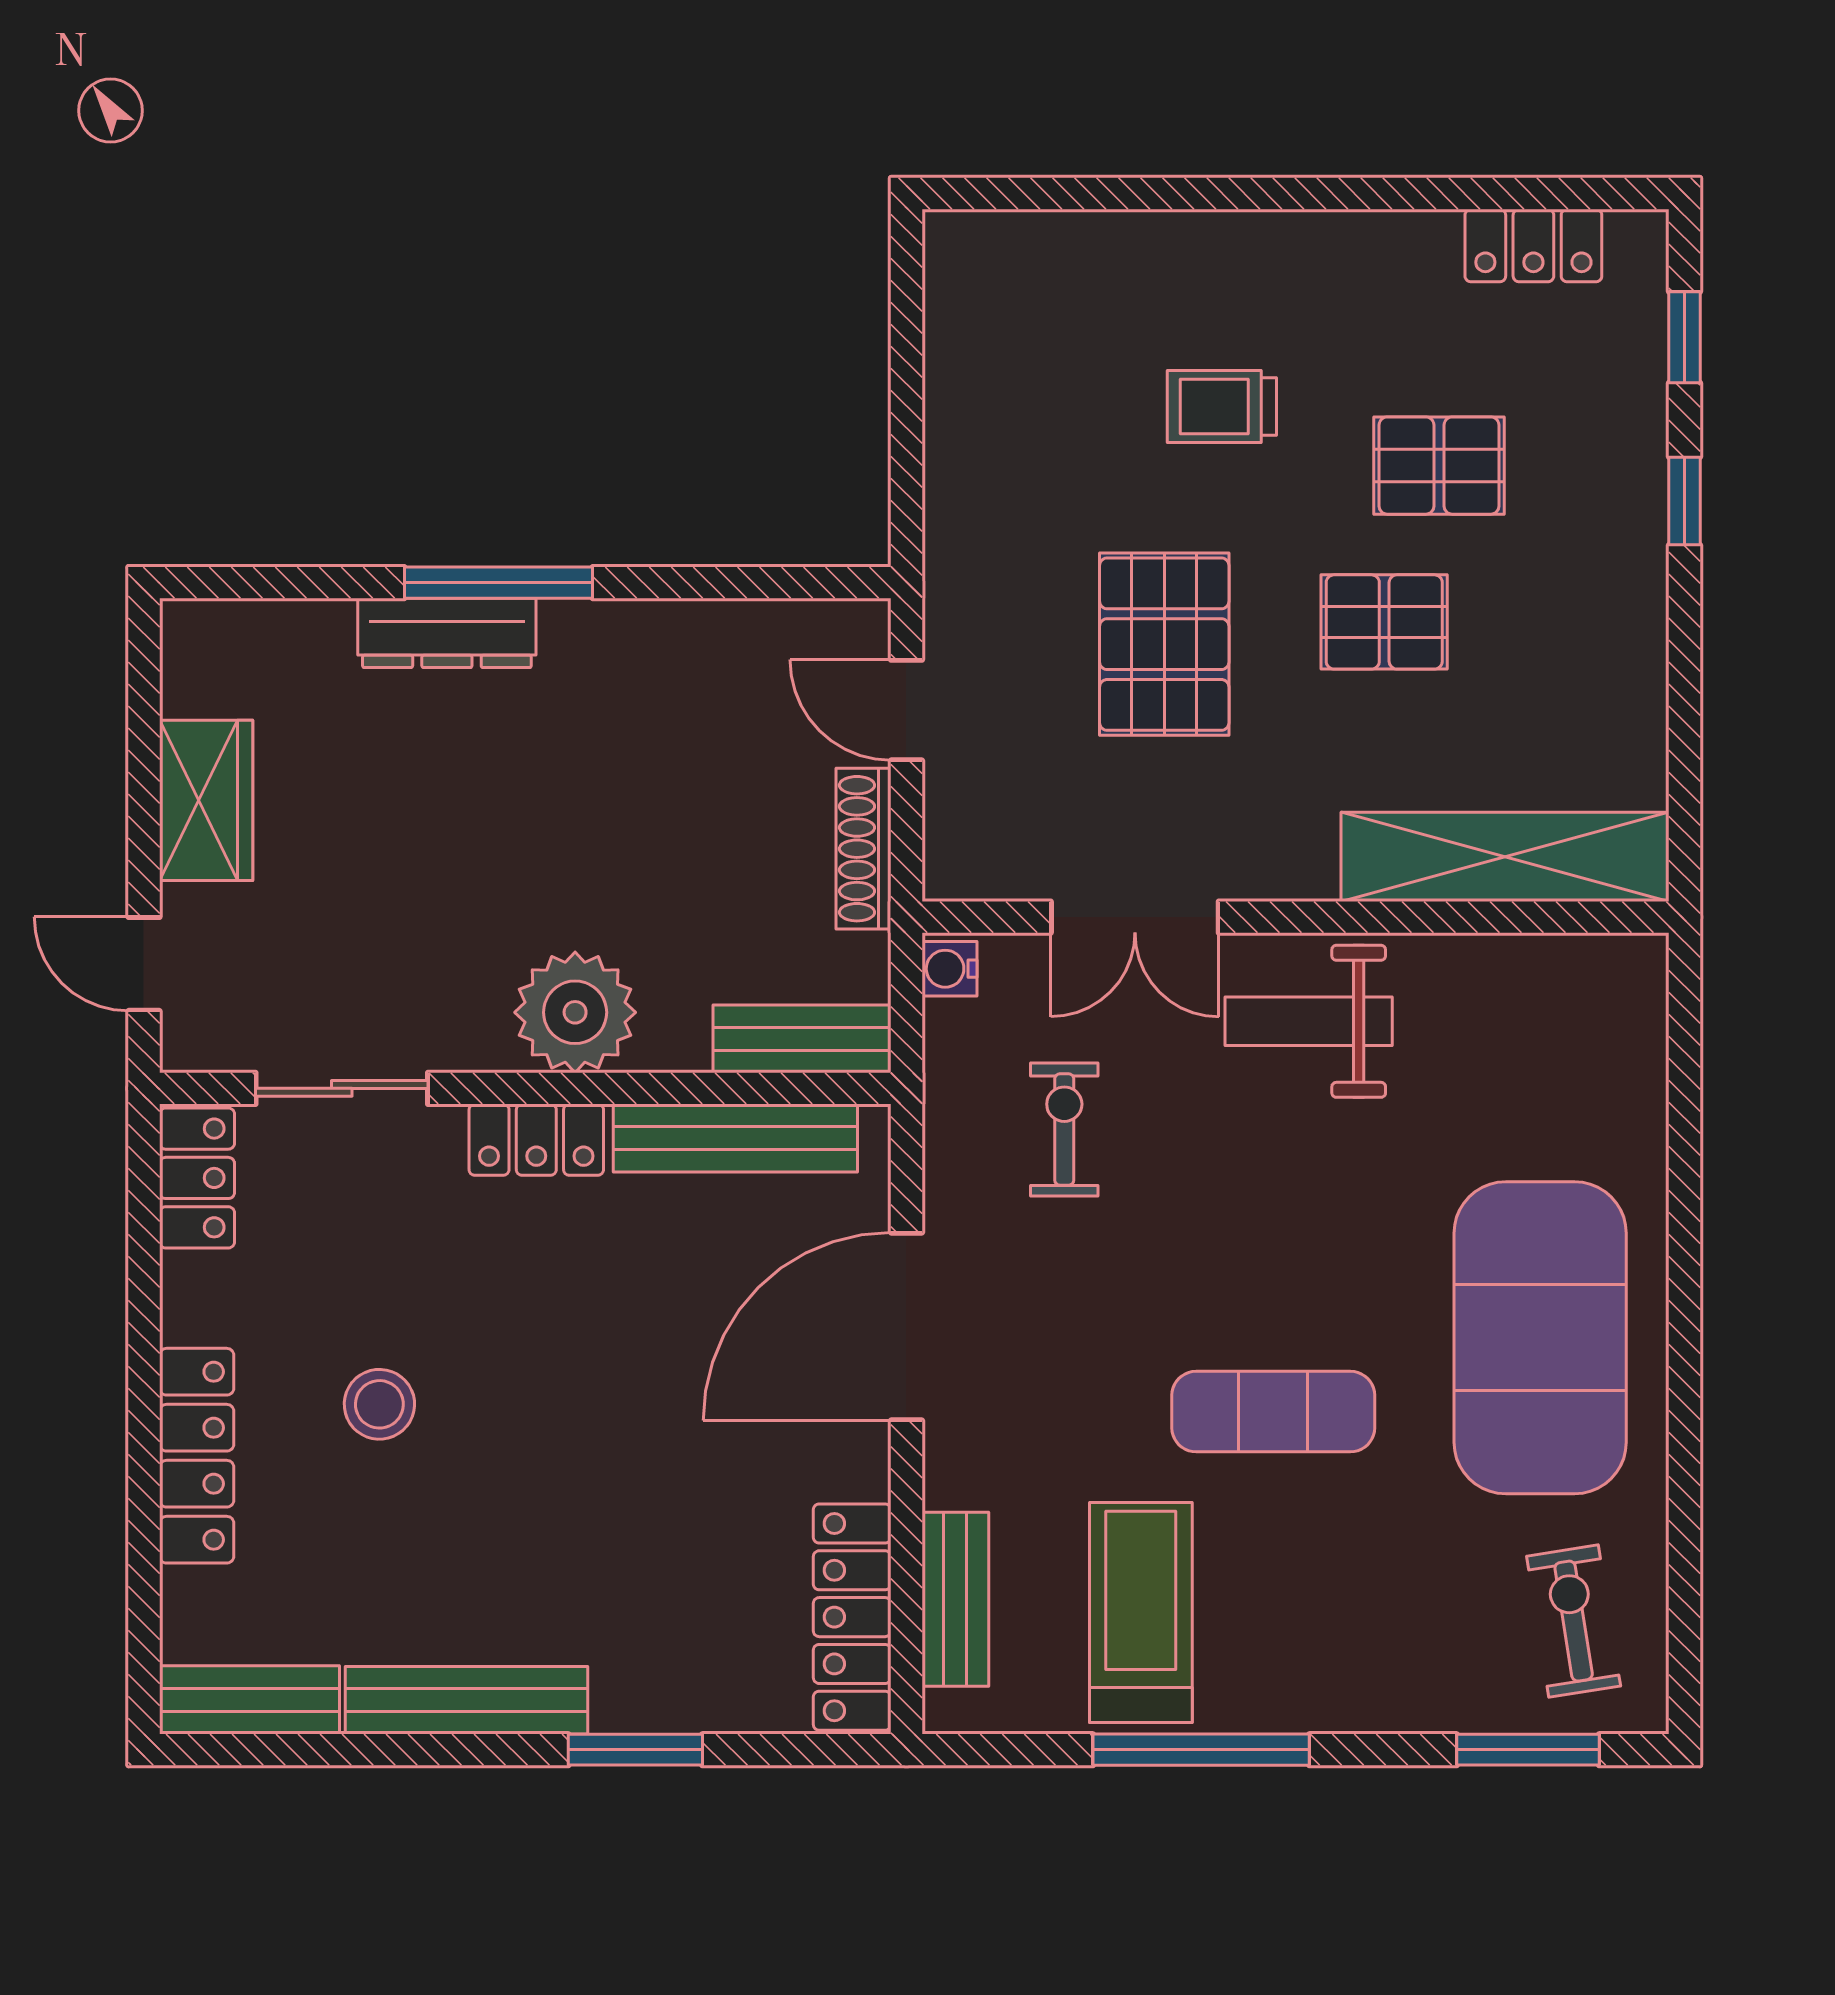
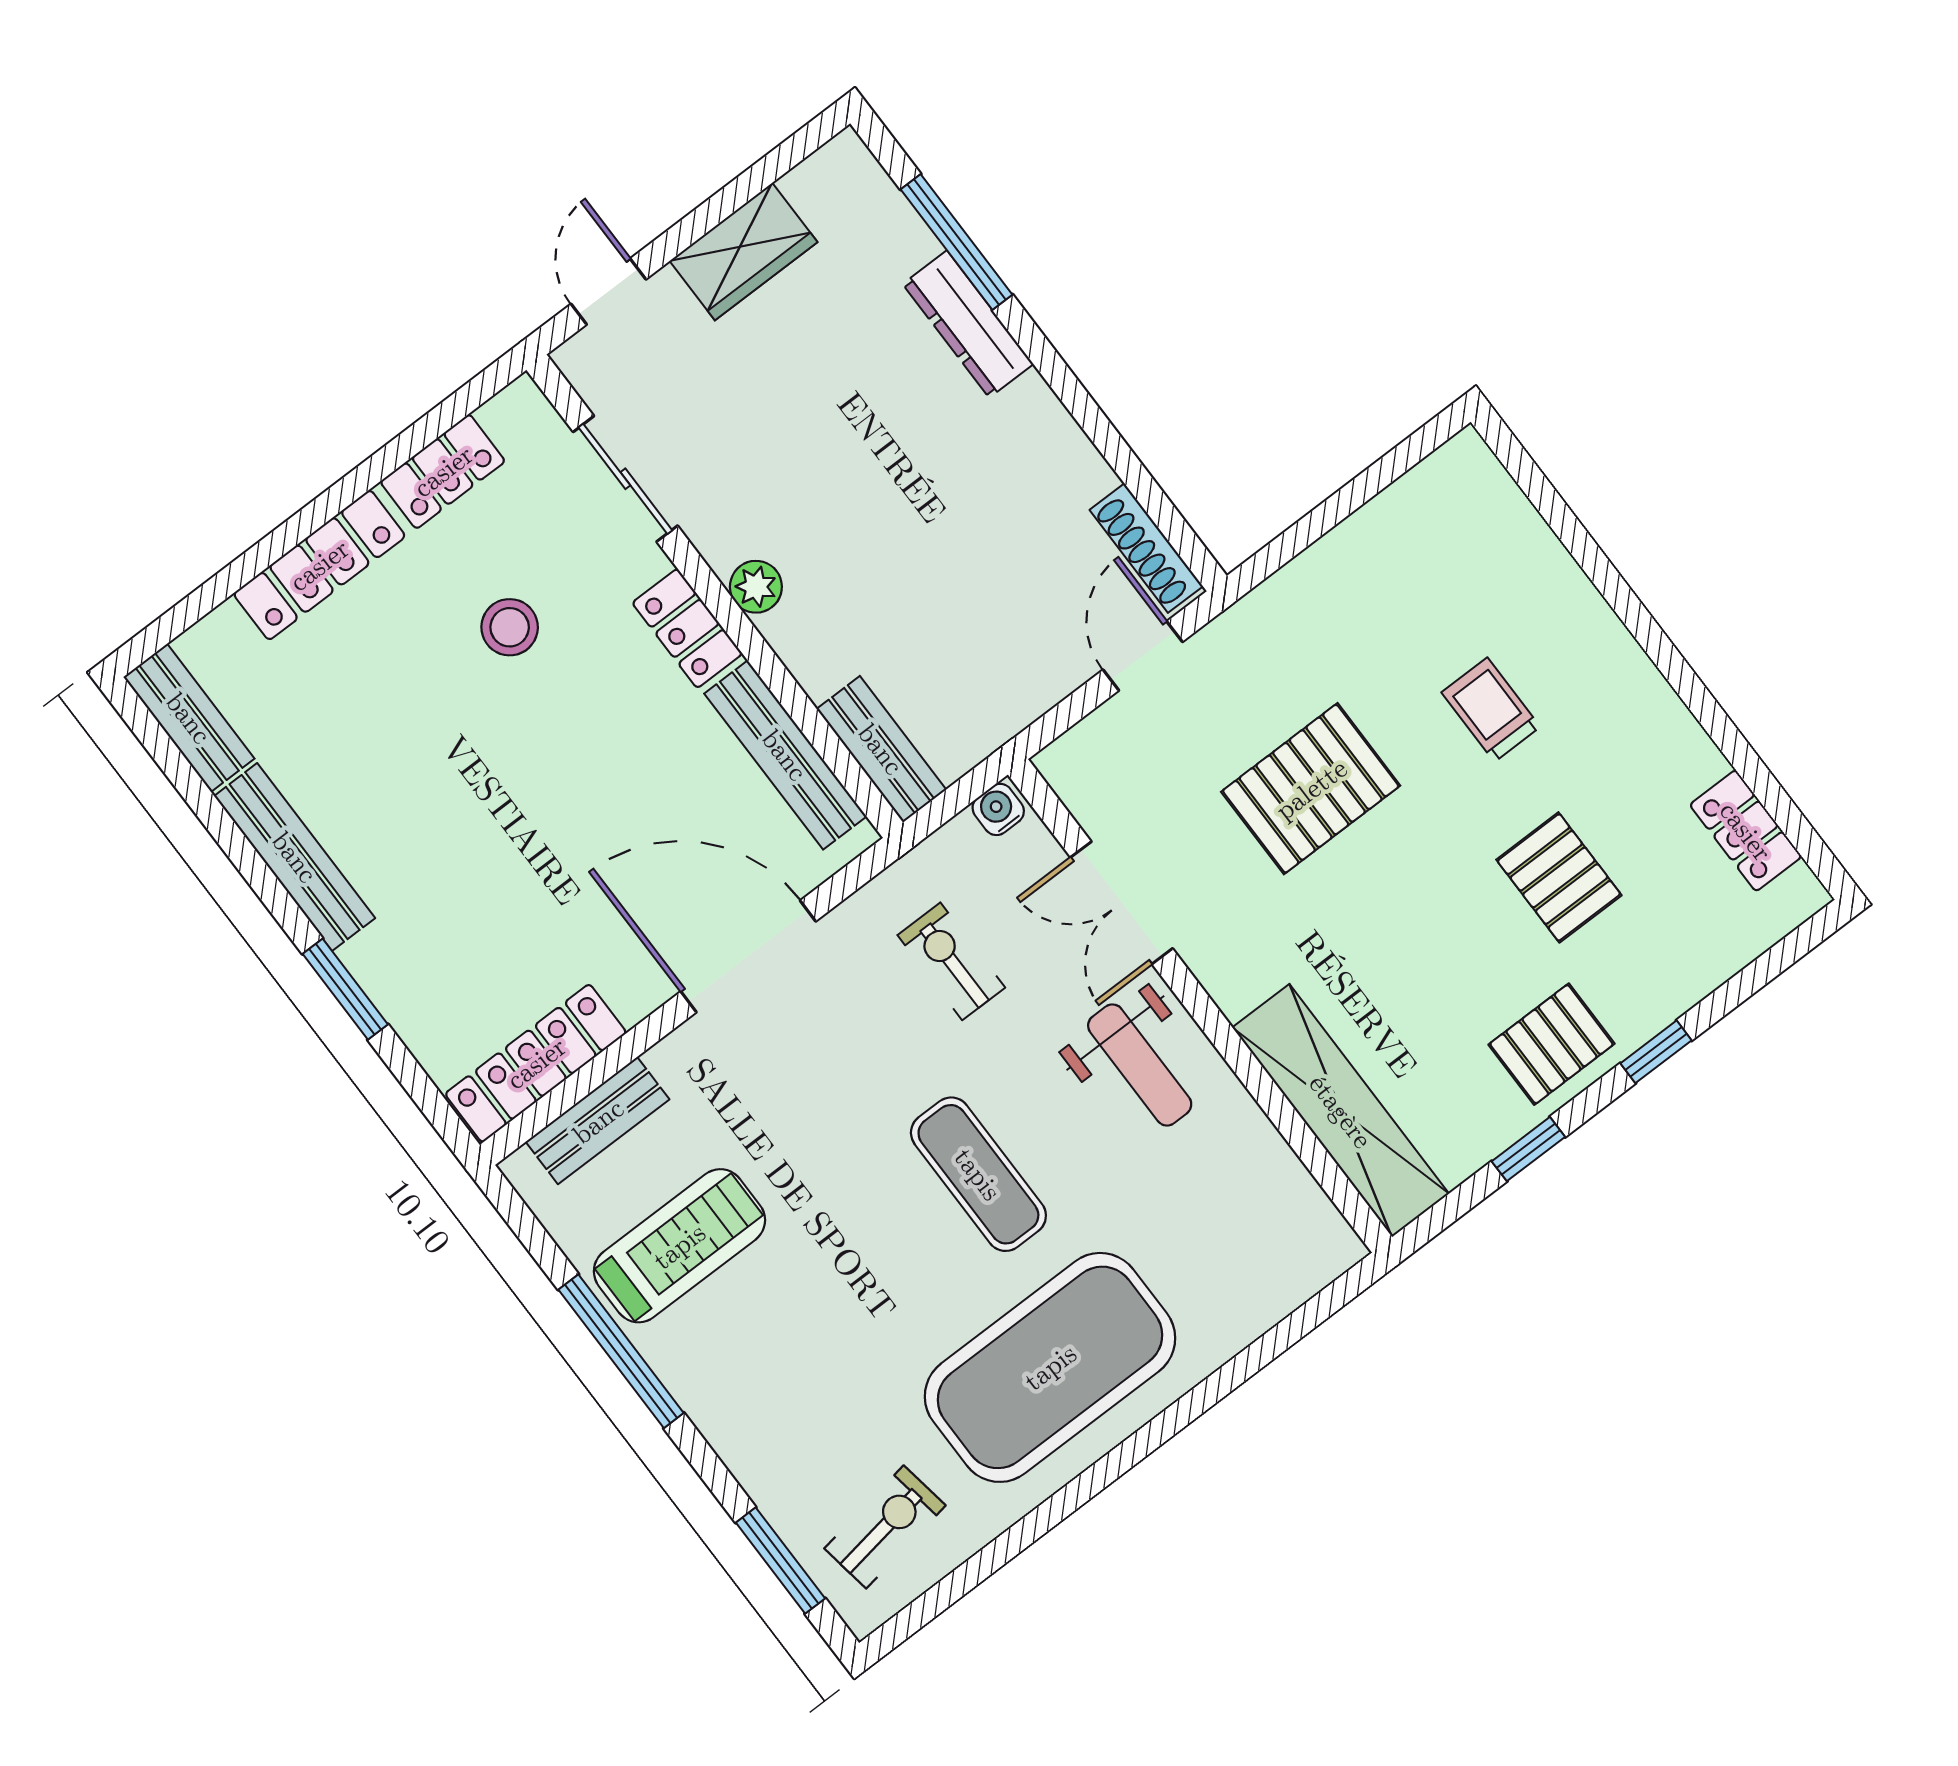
window: (1685, 337) -> (1528, 1149), moved
window: (499, 583) -> (957, 242), moved
pallet: (1384, 622) -> (1551, 1044), moved, turned 90
shoe rack: (864, 849) -> (1146, 548), moved, turned -90
plant: (575, 1012) -> (756, 587), width x0.53, depth x0.53
weight bench: (1309, 1021) -> (1140, 1065), turned 180
exercise bike: (1064, 1129) -> (951, 961), turned -90
locker: (197, 1178) -> (443, 471), moved
stool: (379, 1404) -> (510, 627), moved
exercise mat: (1273, 1412) -> (978, 1174), moved

